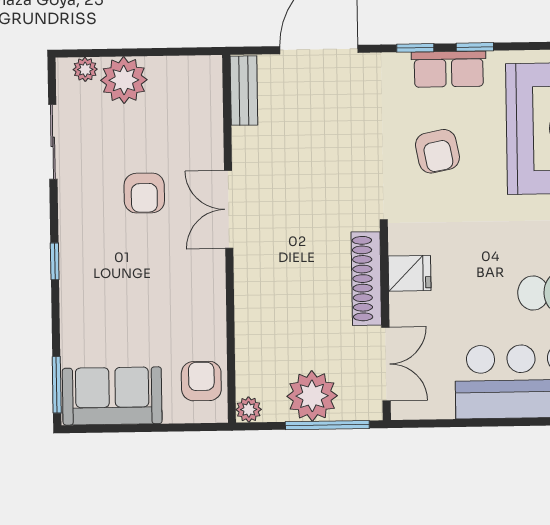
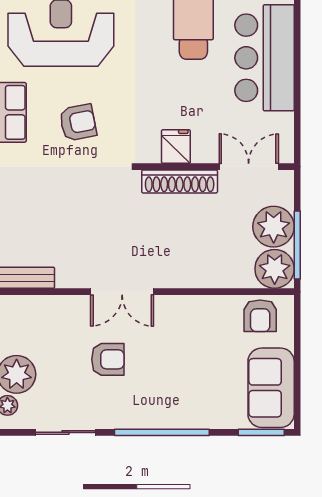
window: (55, 261) -> (162, 432), width x3.17
armchair: (201, 381) -> (260, 316), turned -90
plant: (249, 409) -> (275, 269), width x1.87, depth x1.87
window: (327, 425) -> (297, 245), moved

